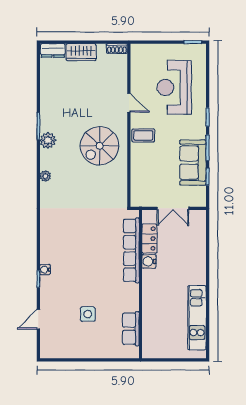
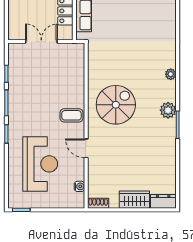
water cooler: (135, 65) -> (79, 186), added
sofa: (193, 163) -> (21, 88), removed

